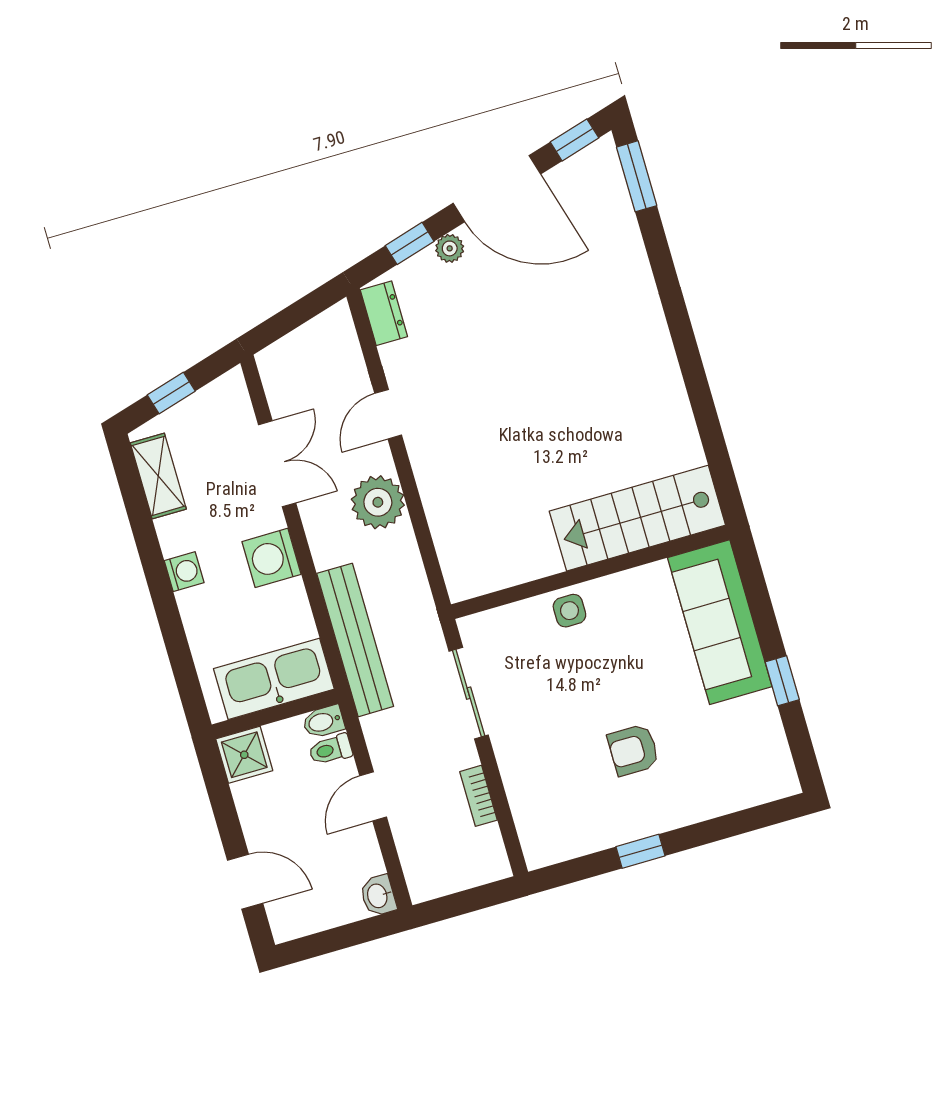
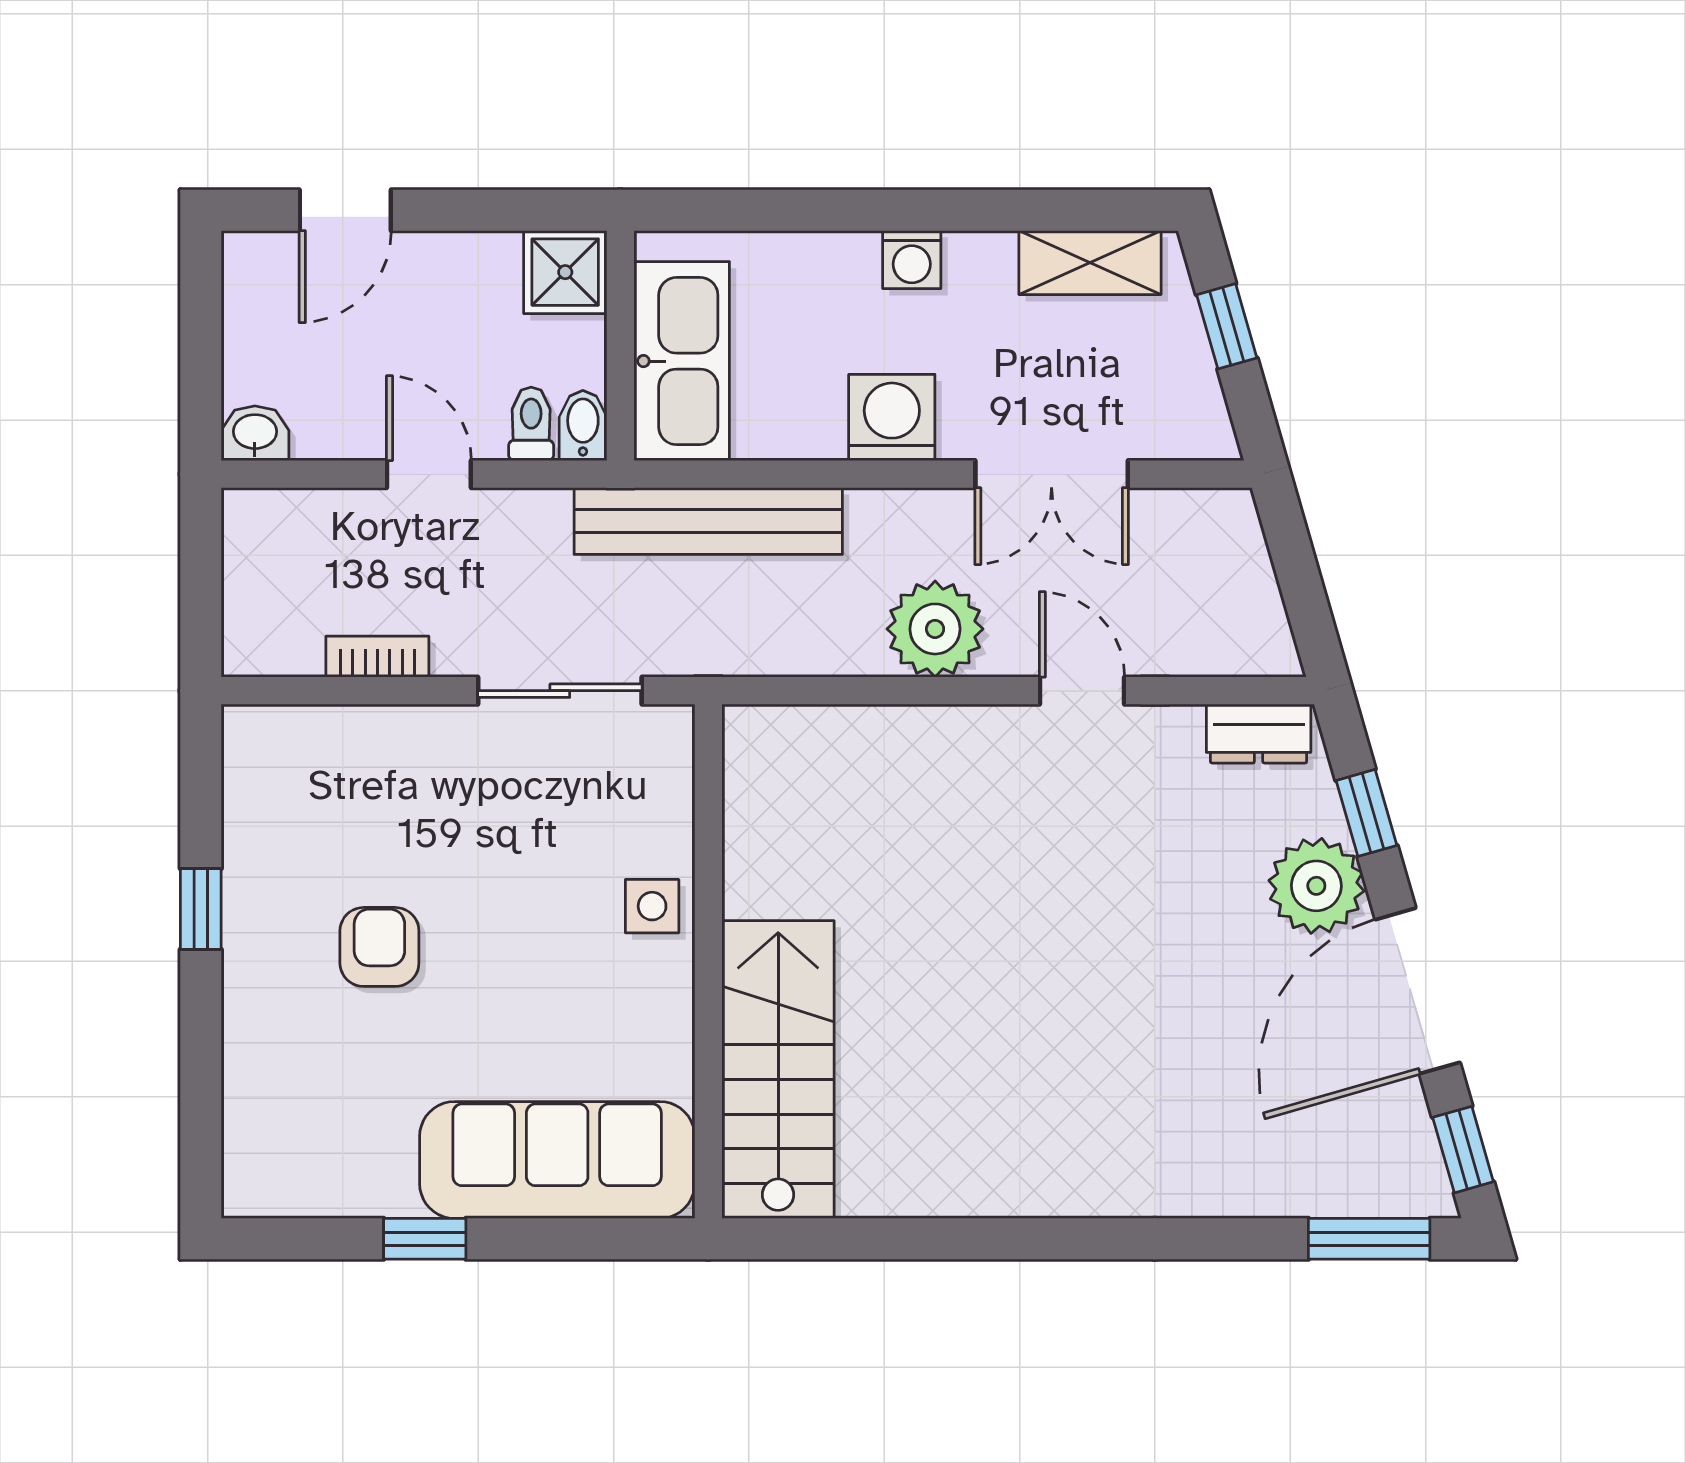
plant: (450, 248) -> (1316, 886), width x1.87, depth x1.87

